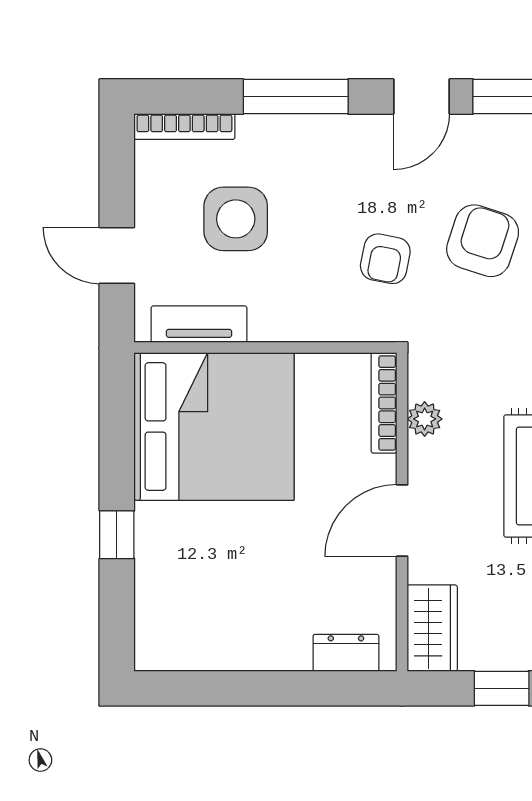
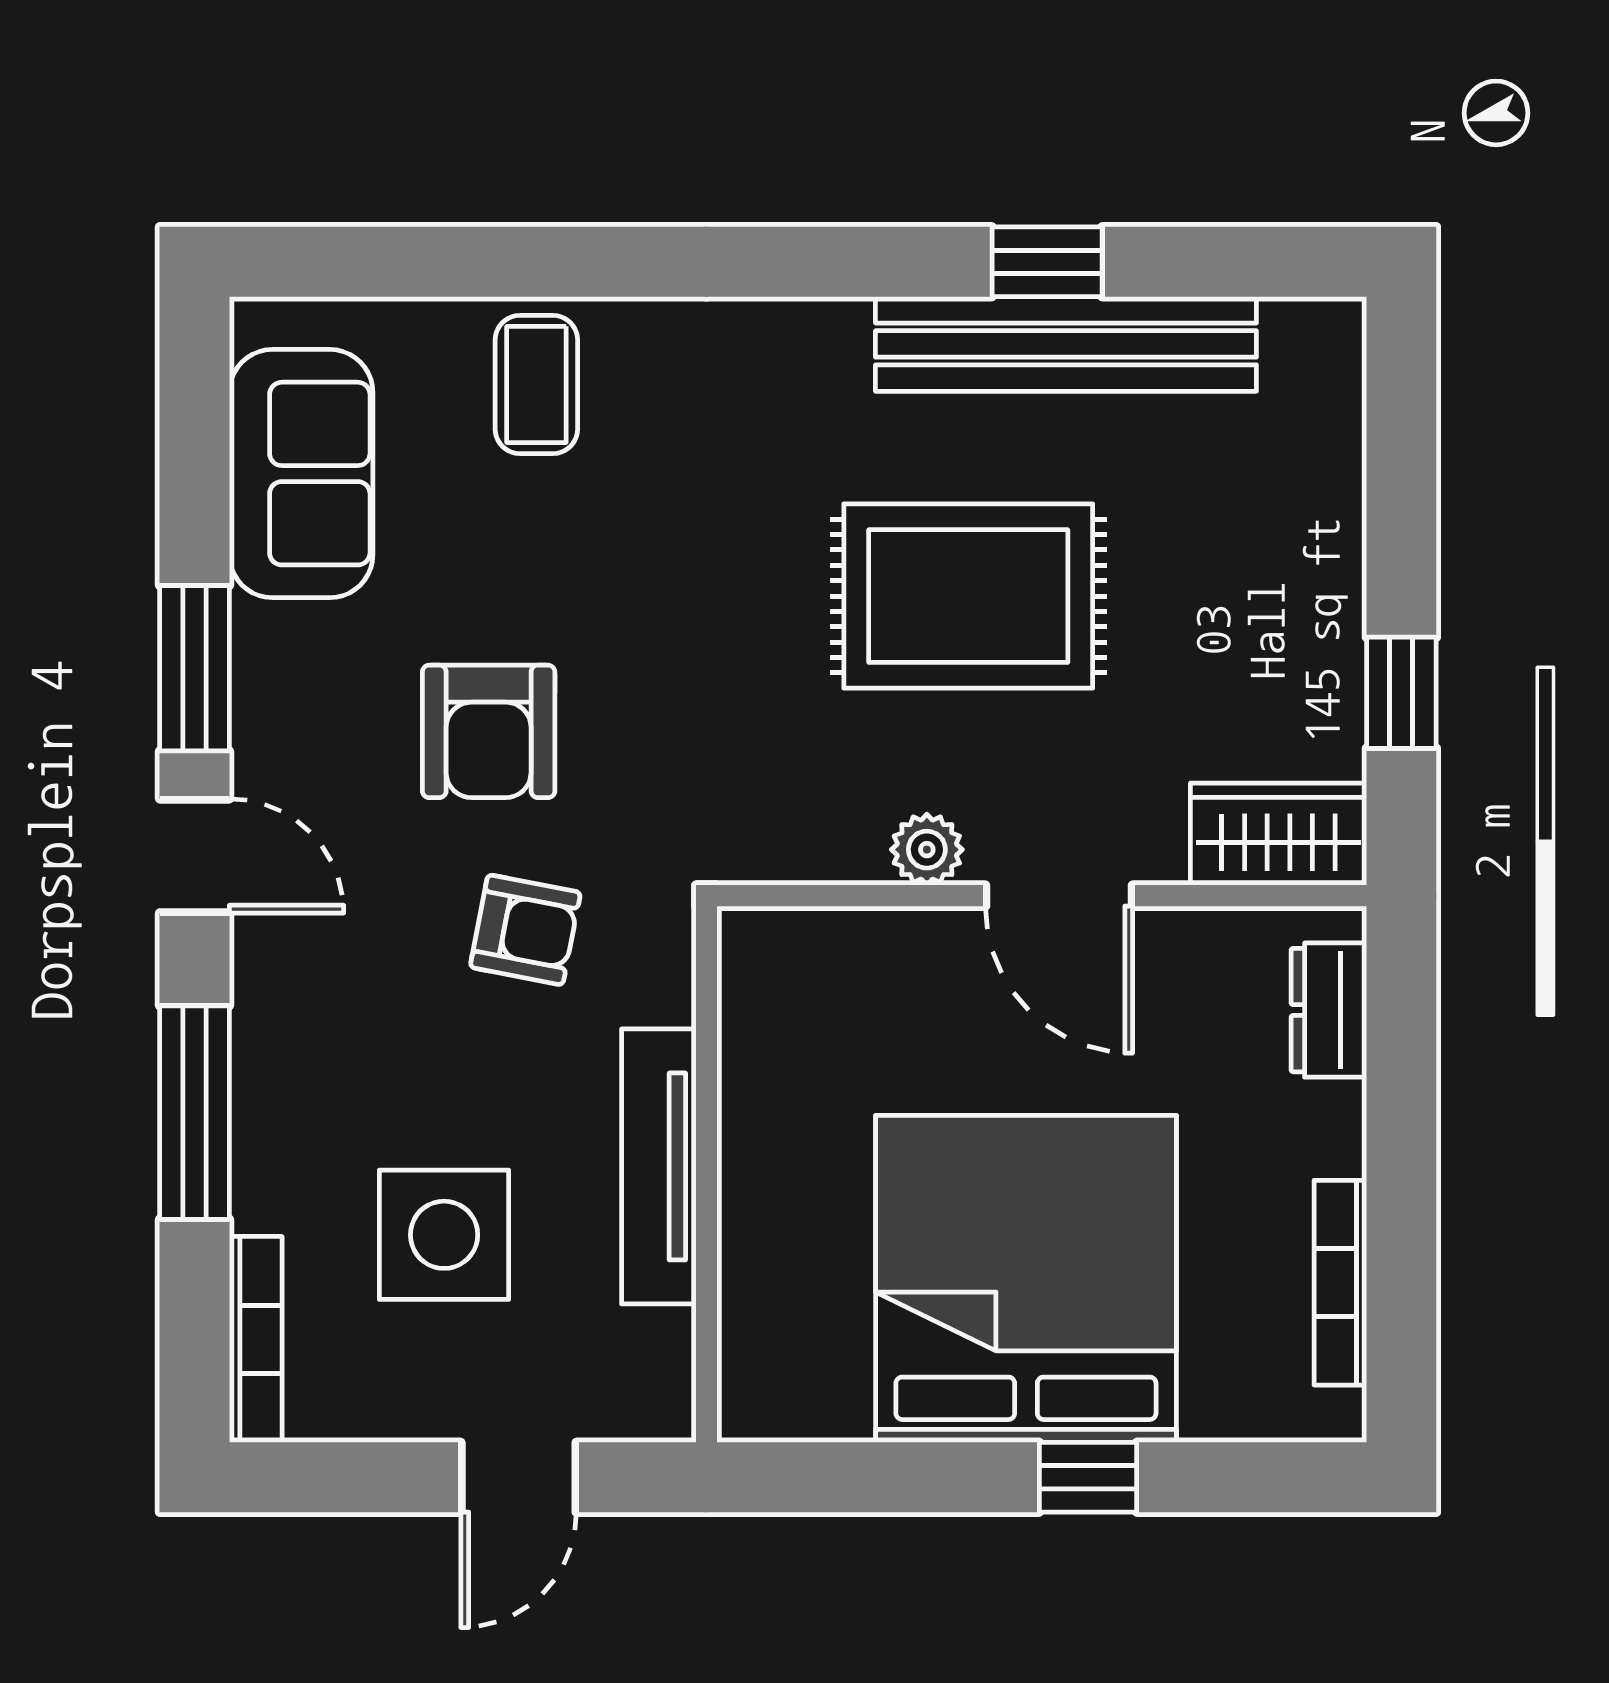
armchair: (483, 241) -> (489, 731), turned -108
tv unit: (199, 324) -> (659, 1166), moved, width x1.41
bookcase: (384, 403) -> (1340, 1283), moved, turned 90
plant: (425, 419) -> (927, 850), moved
bed: (214, 427) -> (1026, 1279), moved

